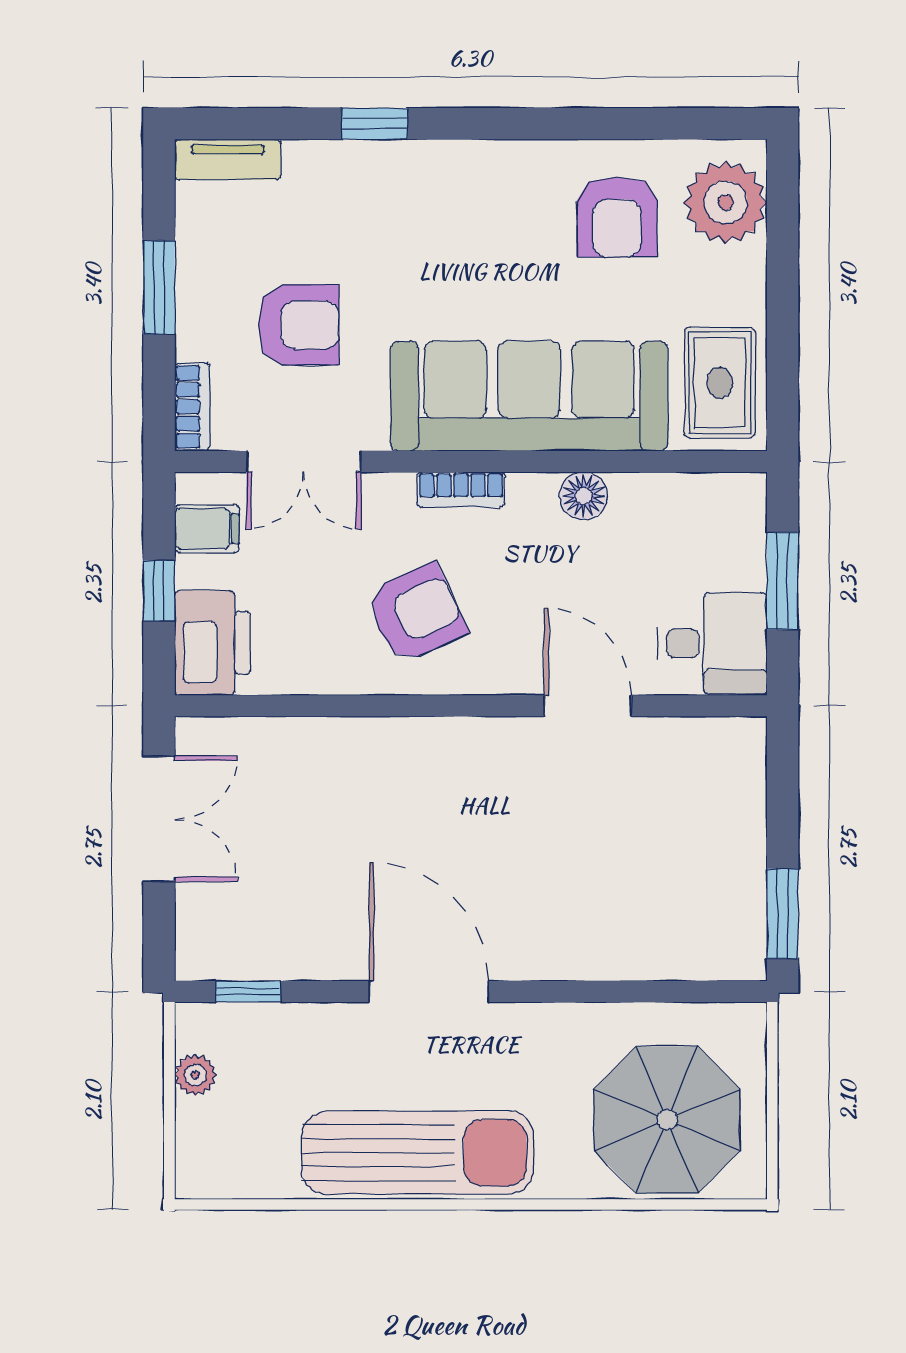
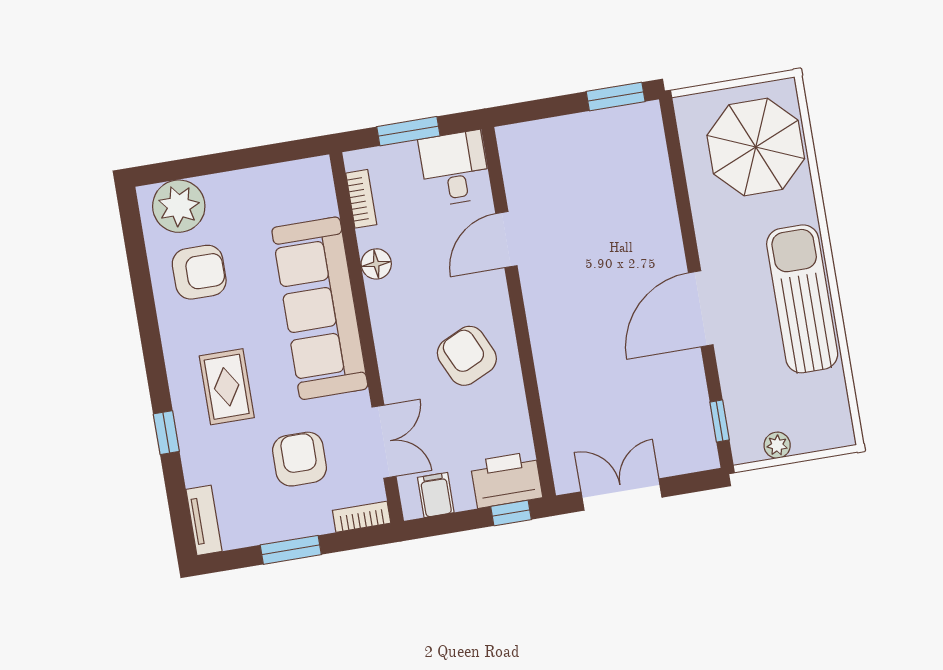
rug: (720, 383) -> (227, 387), moved, turned 90
bookcase: (461, 490) -> (361, 199), moved
window: (159, 591) -> (511, 513), moved

